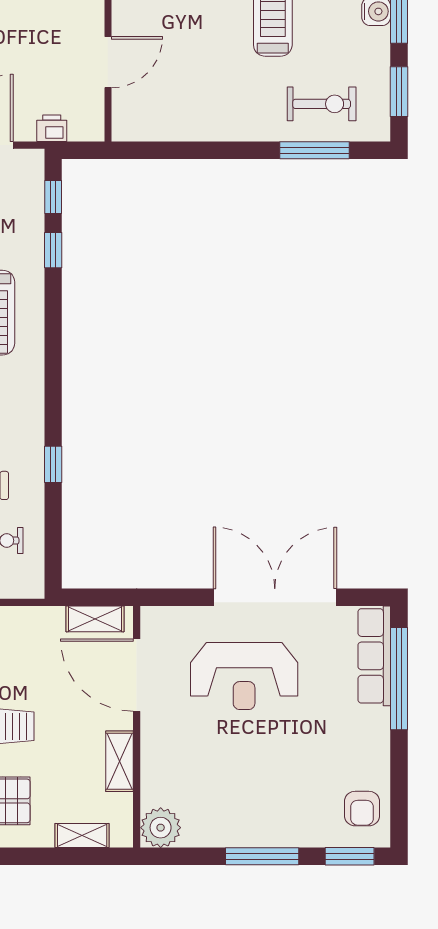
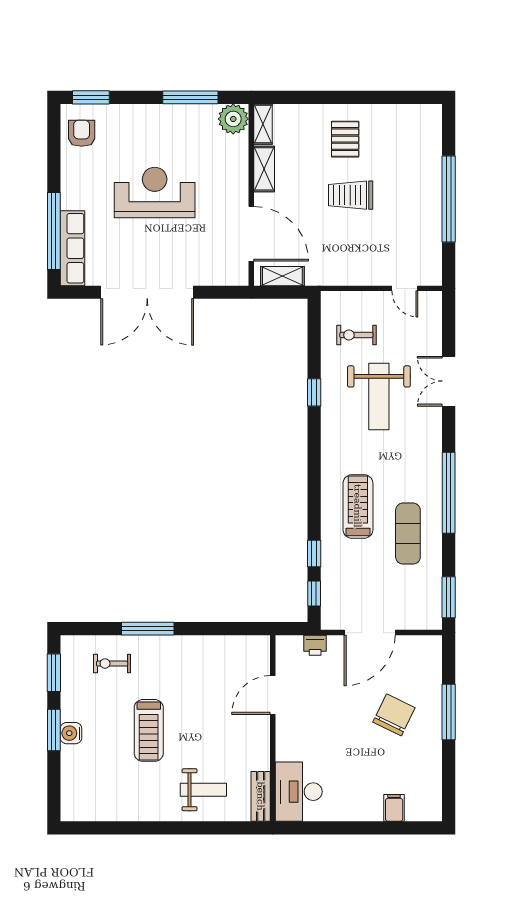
exercise bike: (322, 104) -> (112, 664), width x0.73, depth x0.72
window: (314, 150) -> (148, 629), moved
reception desk: (244, 676) -> (155, 193), moved
shelving: (82, 836) -> (263, 124), moved, turned 90
window: (262, 856) -> (190, 97), moved

